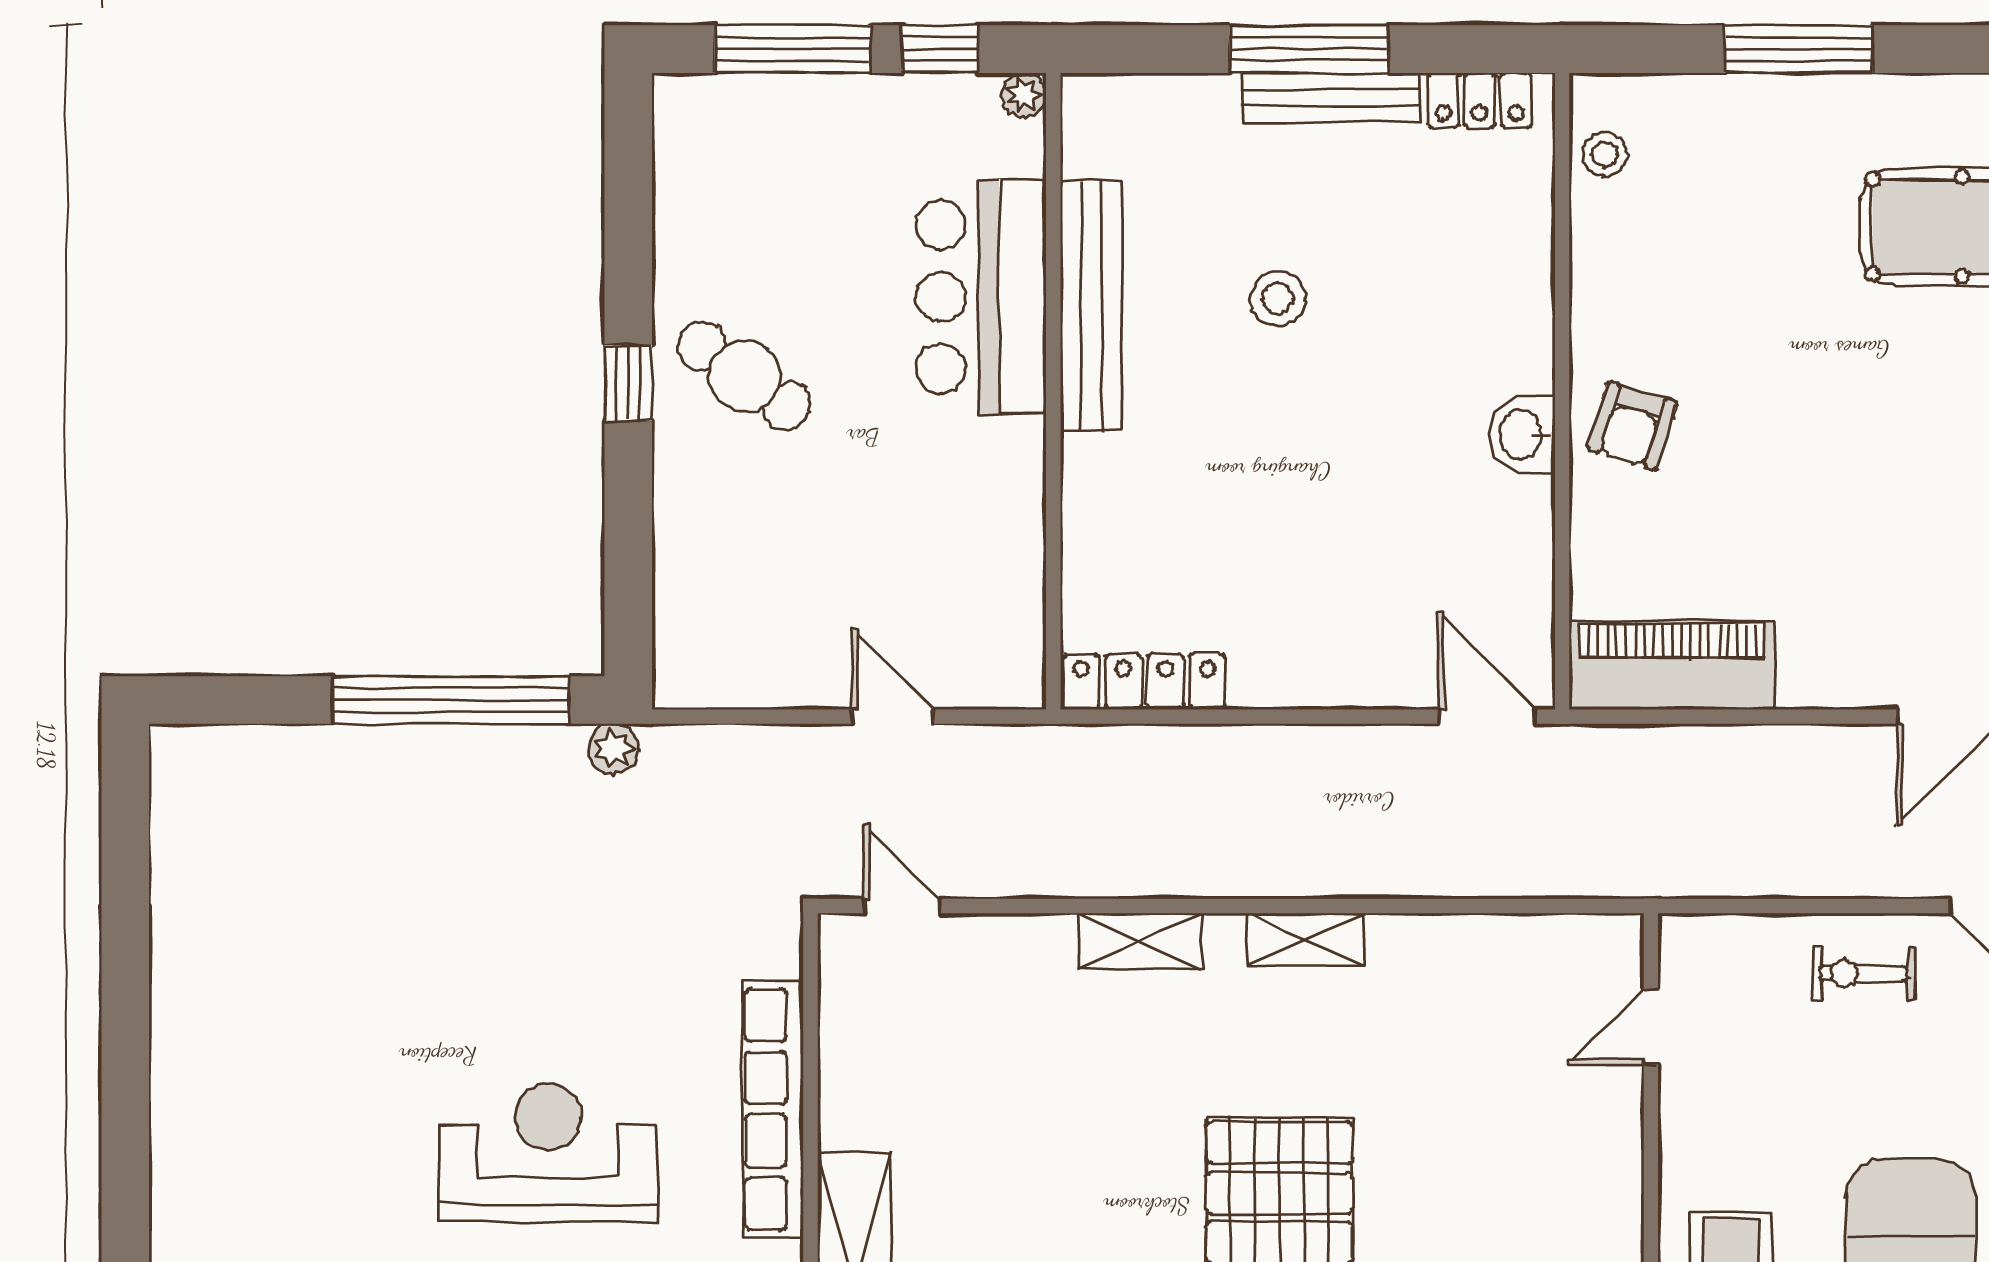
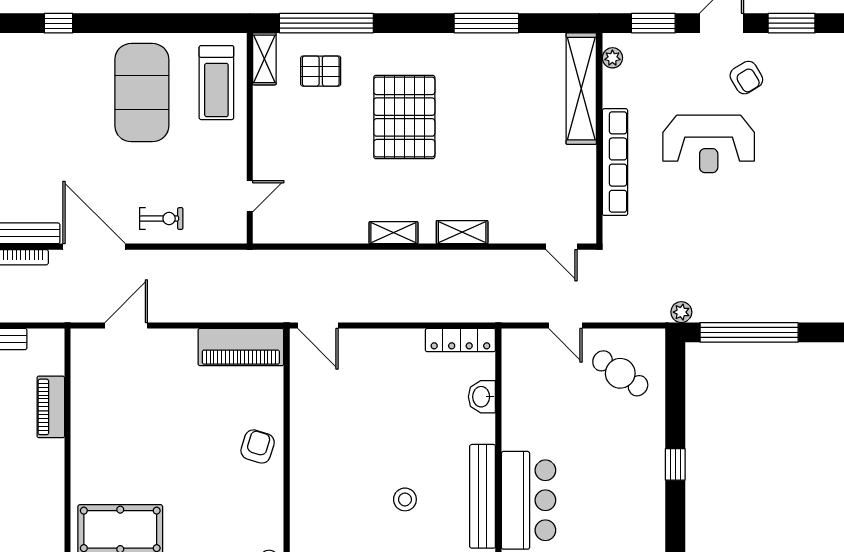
cafe table: (745, 376) -> (620, 373), moved
washbasin: (1522, 435) -> (482, 397), moved, turned 180

